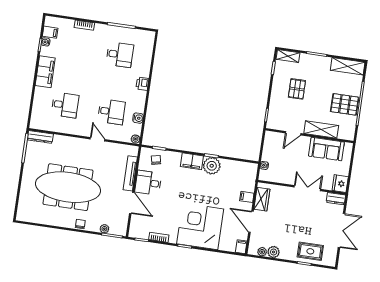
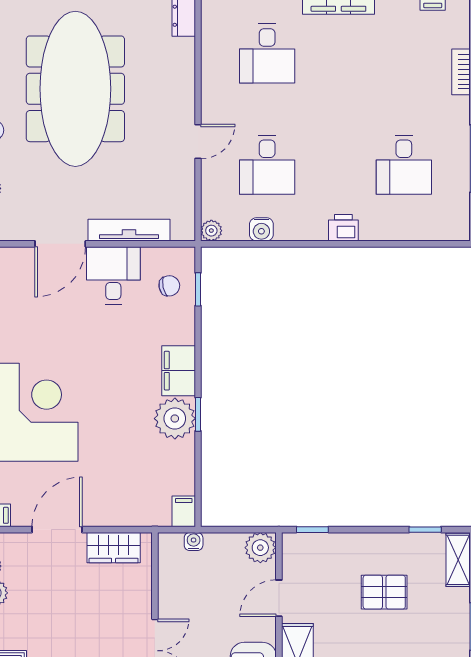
door: (293, 133) -> (279, 598), hinge flipped
plant: (271, 138) -> (260, 548), added
filing cabinet: (247, 197) -> (184, 511), moved

